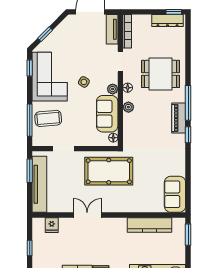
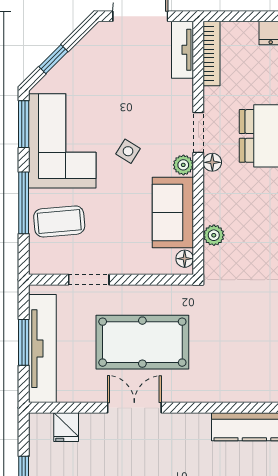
doorway: (120, 61) -> (198, 132), moved
window: (30, 68) -> (24, 124), width x1.50
plant: (128, 107) -> (214, 235), moved
window: (30, 120) -> (24, 203), moved
window: (30, 171) -> (24, 342), moved
pool table: (109, 171) -> (142, 342), moved

